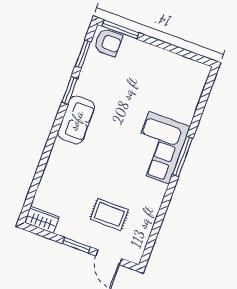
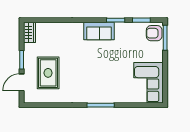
armchair: (108, 43) -> (154, 33), turned 90
corner sofa: (159, 148) -> (148, 83), moved, turned -90
rug: (109, 215) -> (48, 73), width x1.36, depth x1.43

